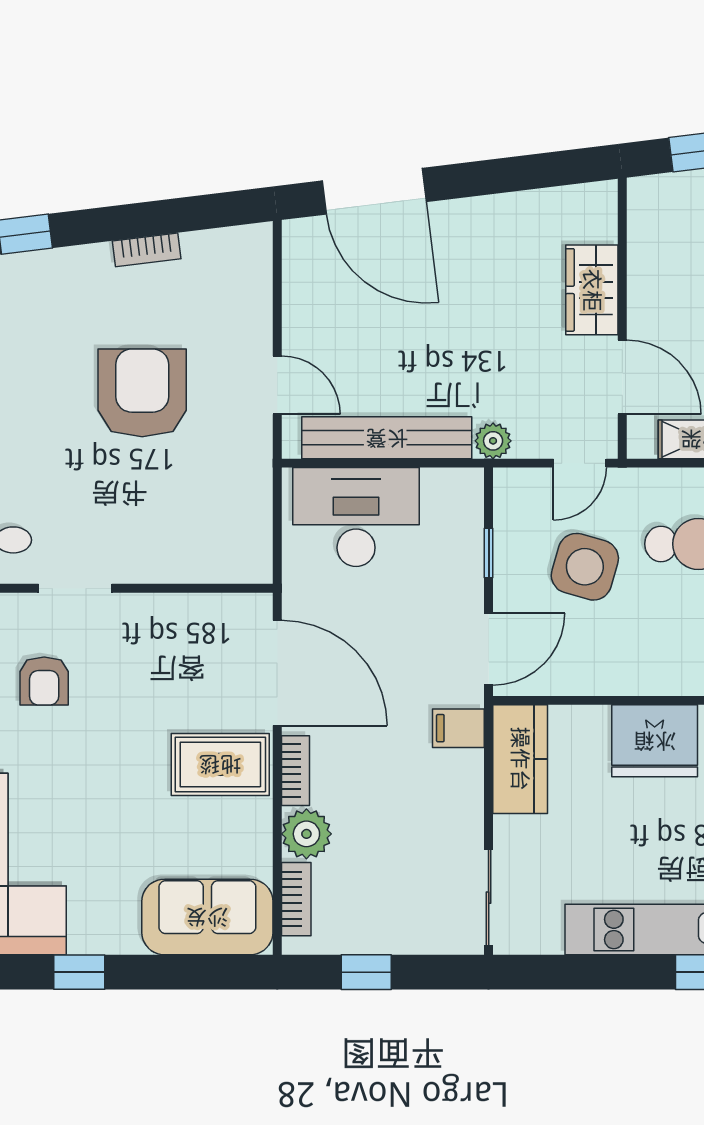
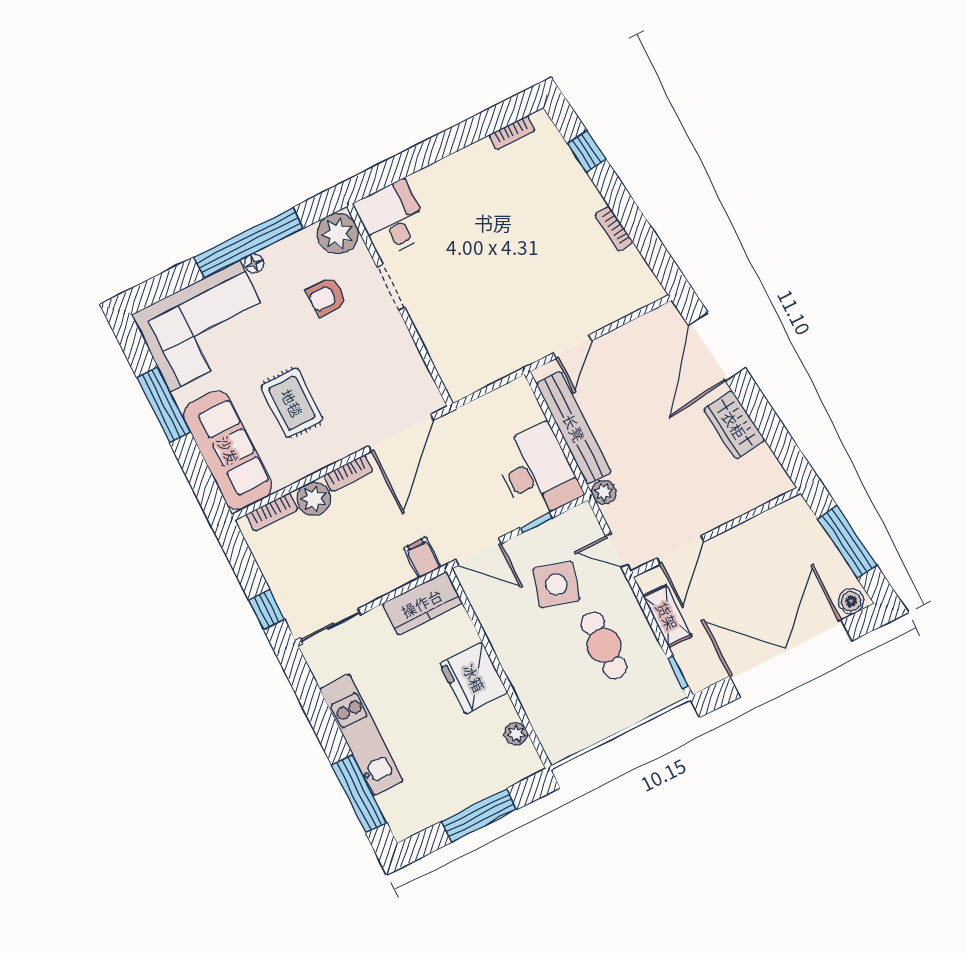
wardrobe: (592, 290) -> (734, 425), moved, turned -97
armchair: (142, 393) -> (527, 269), removed
desk: (356, 517) -> (537, 472), moved
rug: (220, 764) -> (292, 403), moved
sofa: (207, 917) -> (228, 450), width x1.36
window: (79, 972) -> (164, 405), width x2.17
window: (366, 972) -> (267, 610), moved

